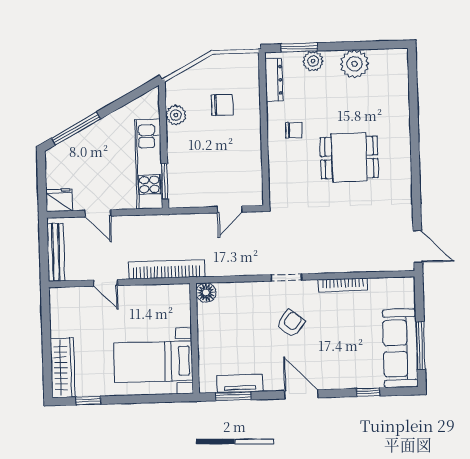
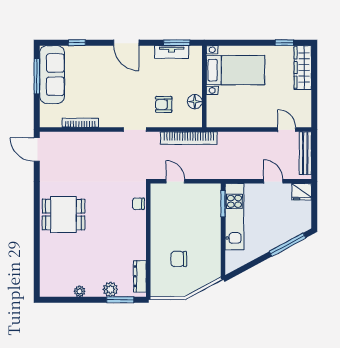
plant: (355, 64) -> (80, 291), width x0.53, depth x0.53
plant: (176, 115) -> (213, 252), removed
chair: (294, 130) -> (138, 204), moved
dining table: (349, 157) -> (63, 215), moved
door: (230, 209) -> (175, 181), hinge flipped
bookcase: (166, 269) -> (189, 138), moved
door: (105, 283) -> (287, 130), moved
bookcase: (343, 285) -> (80, 123), moved
floor lamp: (206, 293) -> (195, 102), moved
armchair: (291, 323) -> (164, 104), moved, turned 52

